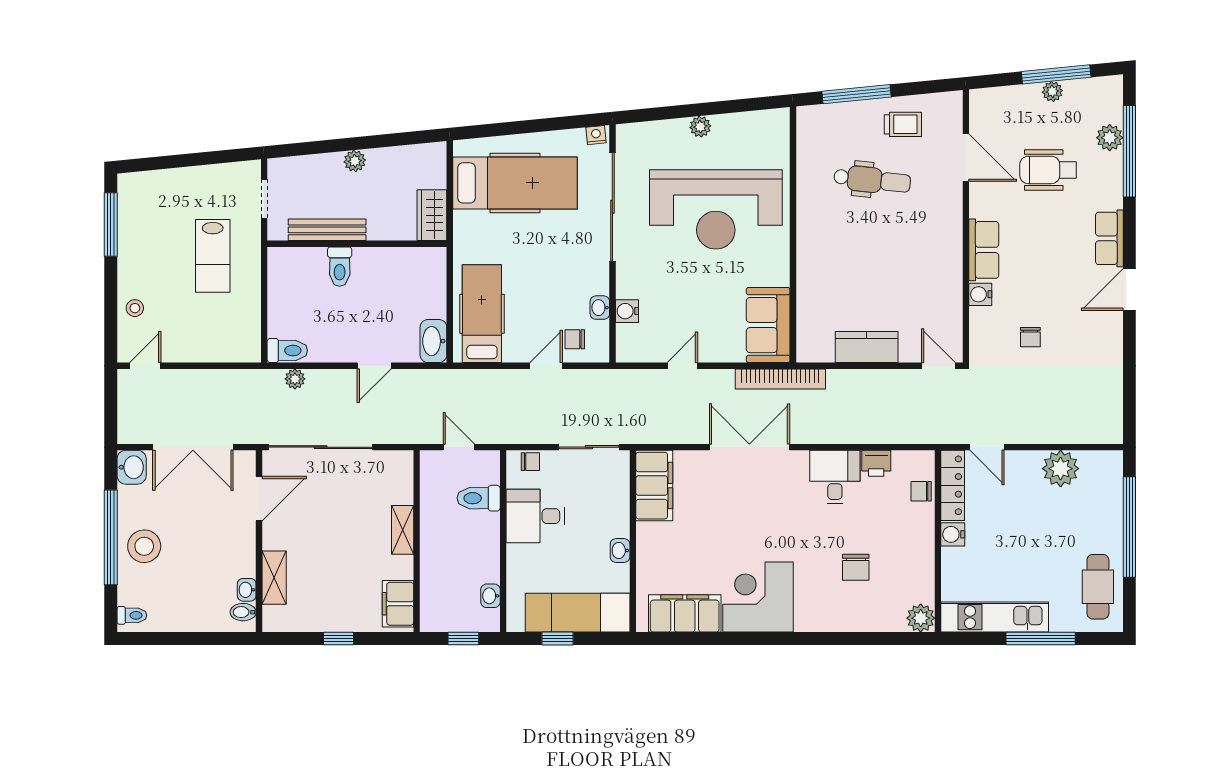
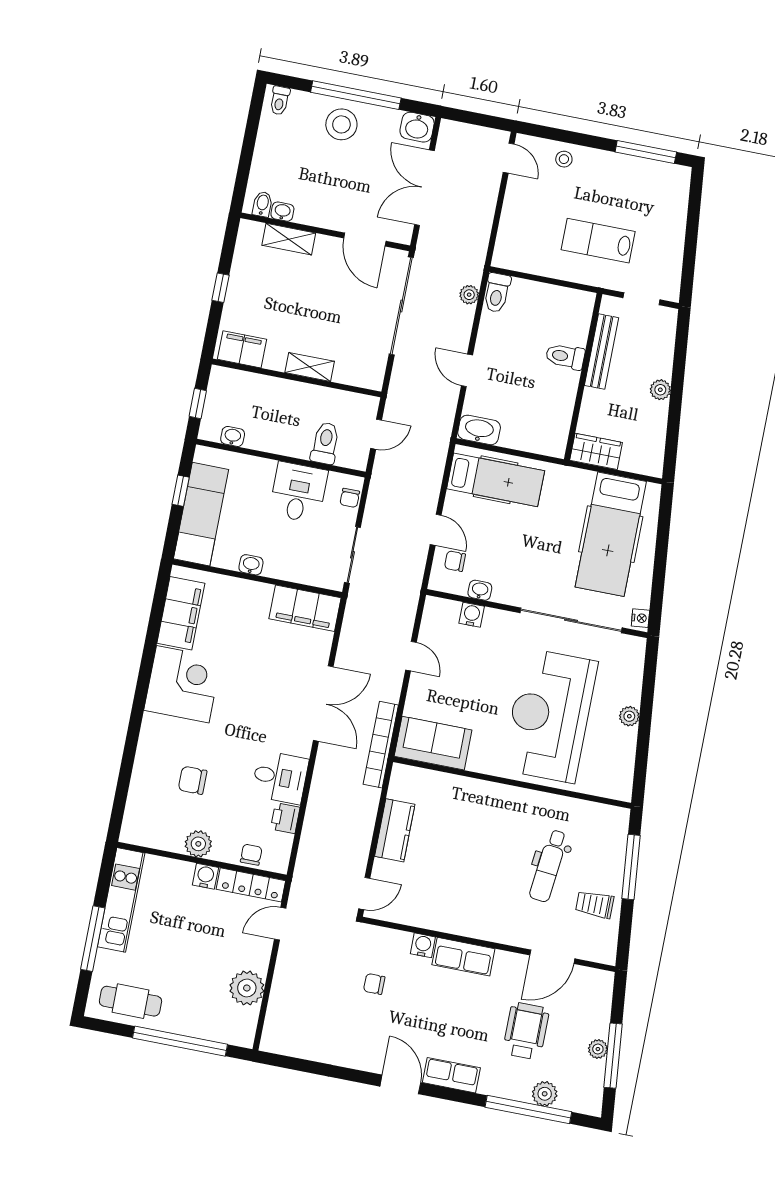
trolley: (903, 124) -> (595, 904), turned 90
chair: (575, 339) -> (455, 561), turned -90
plant: (921, 618) -> (198, 844), moved

